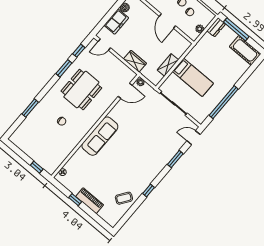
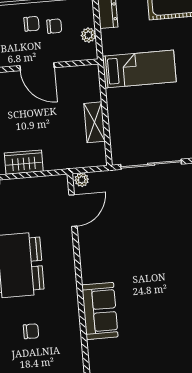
wardrobe: (135, 61) -> (24, 162), moved
bed: (193, 77) -> (139, 69), moved
sofa: (100, 136) -> (100, 311), width x0.73

